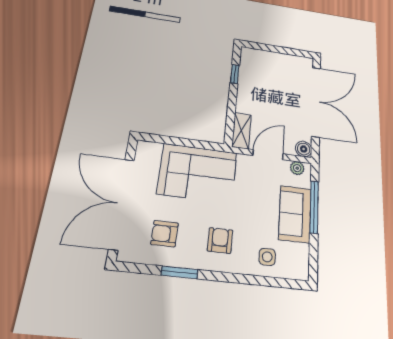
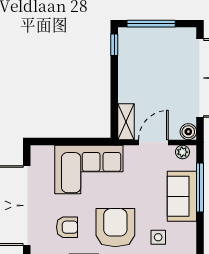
window: (272, 49) -> (151, 24), added
window: (235, 74) -> (114, 45), moved
armchair: (165, 234) -> (67, 227), turned 180
armchair: (220, 240) -> (115, 228), width x1.88, depth x1.88

